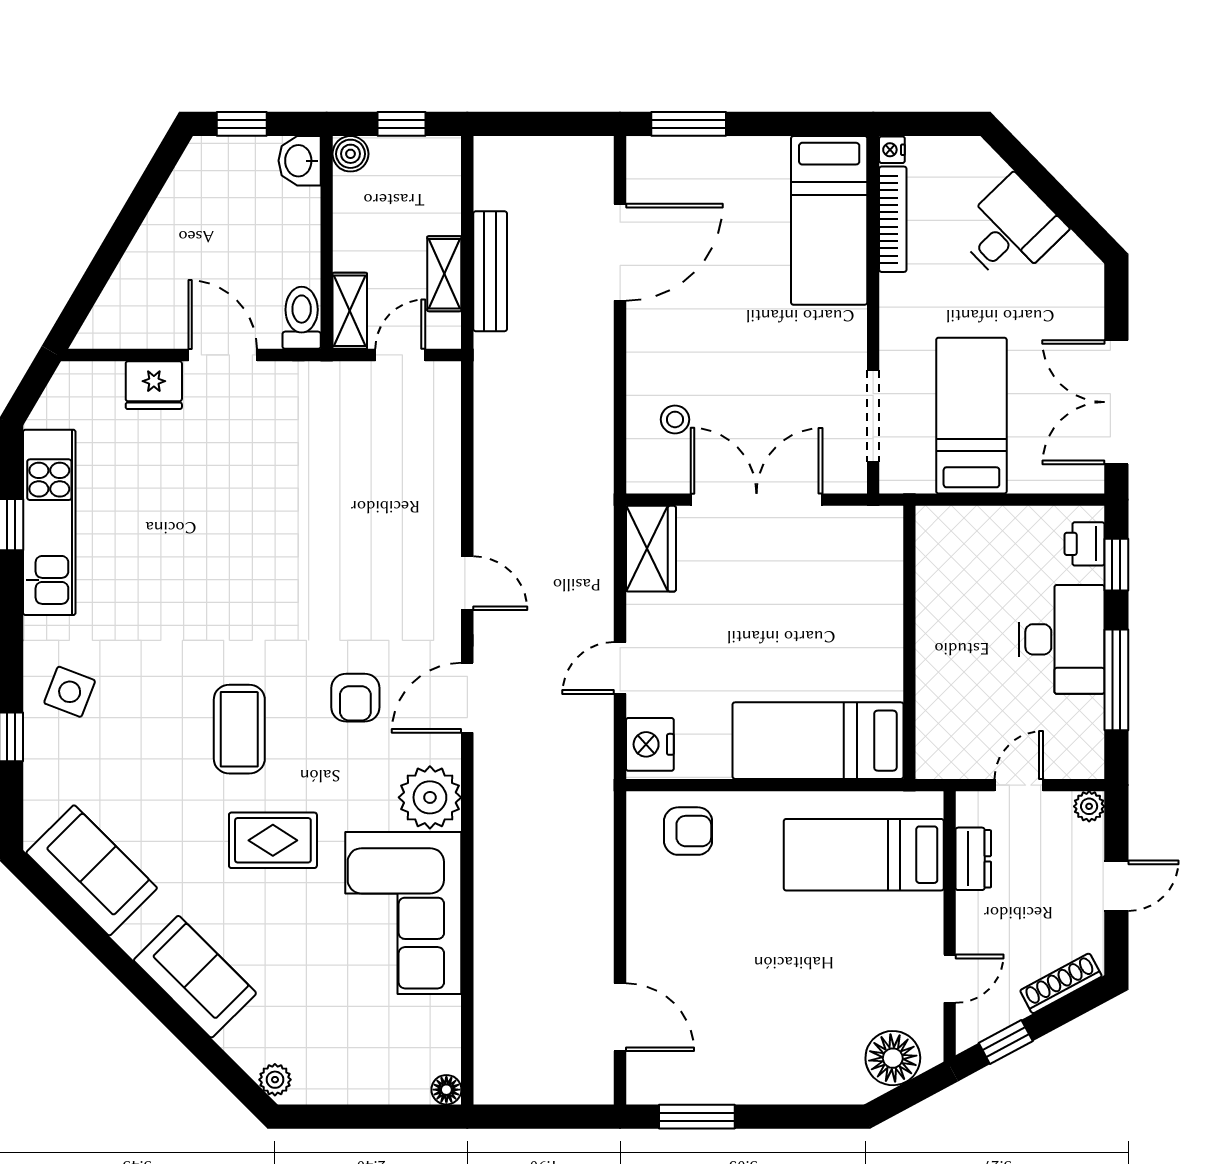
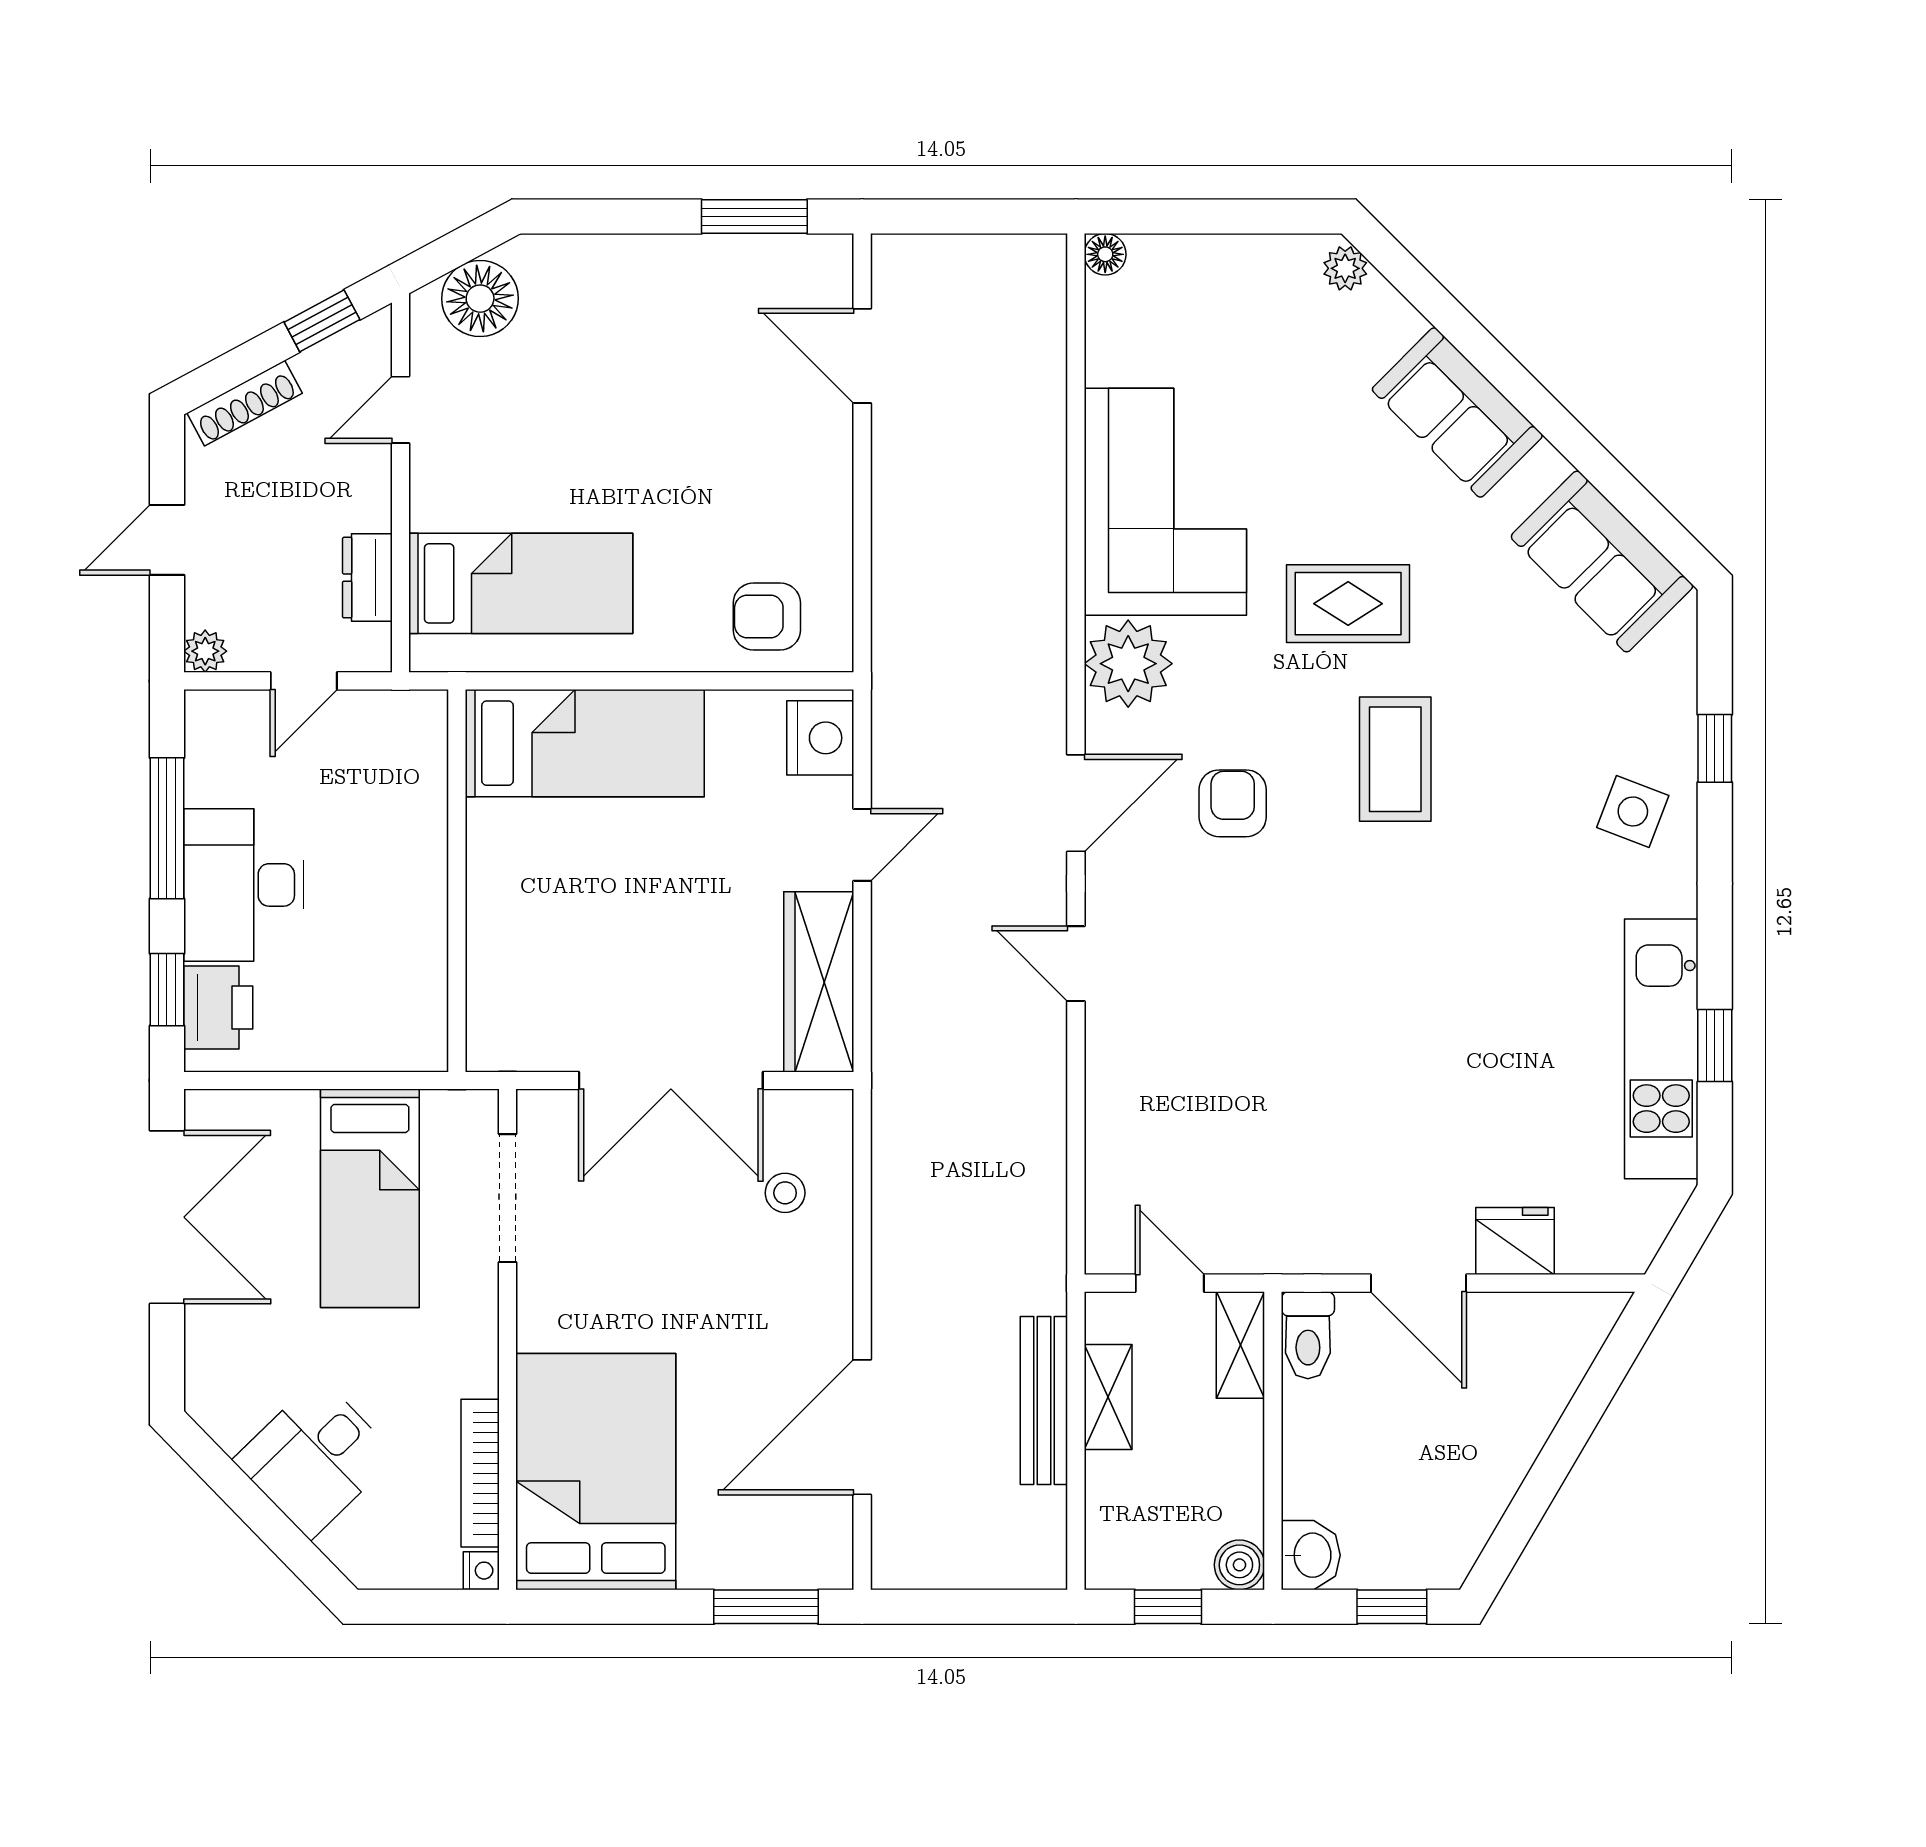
bed: (829, 220) -> (596, 1472), width x1.50
door: (400, 355) -> (1170, 1283), swing flipped
printer: (1085, 544) -> (218, 1008), width x1.36, depth x1.24
wardrobe: (651, 549) -> (819, 982), width x1.50

